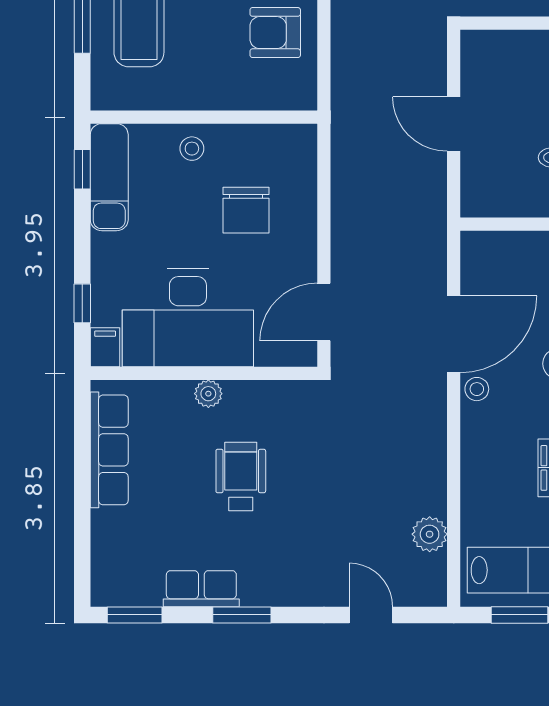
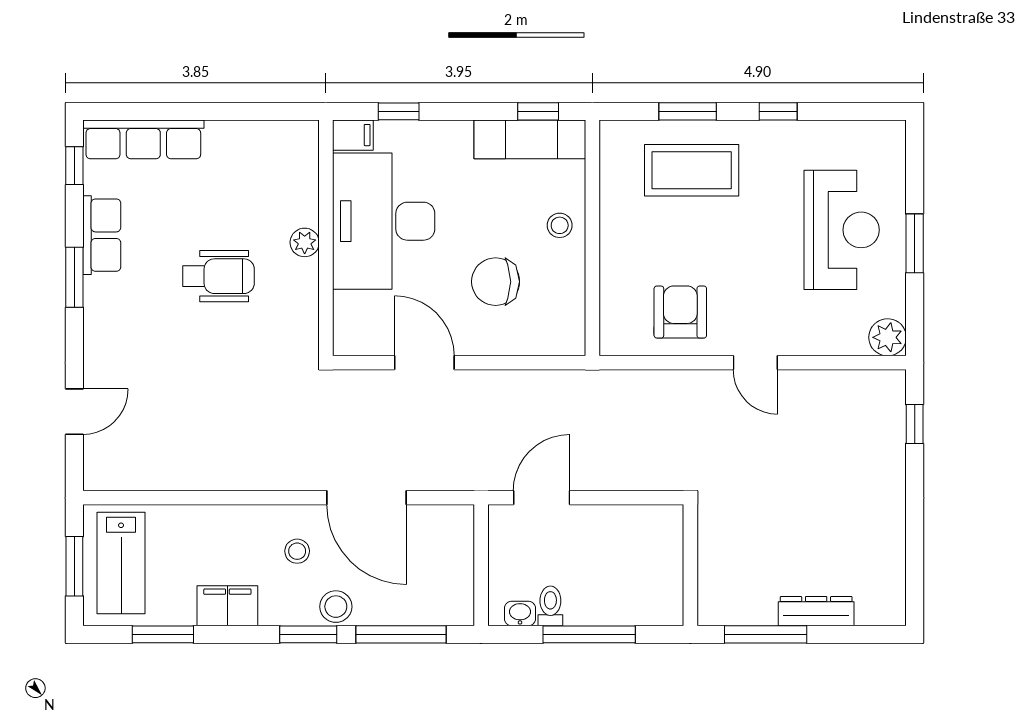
door: (454, 124) -> (542, 498), moved
door: (324, 312) -> (424, 363), moved
stool: (477, 389) -> (297, 551), moved
row of seats: (109, 450) -> (143, 139), moved
plant: (430, 534) -> (158, 473), removed
window: (135, 615) -> (74, 166), width x0.67

